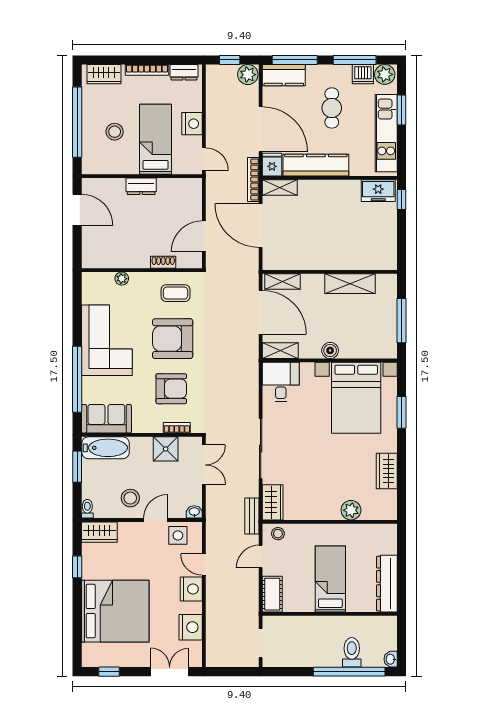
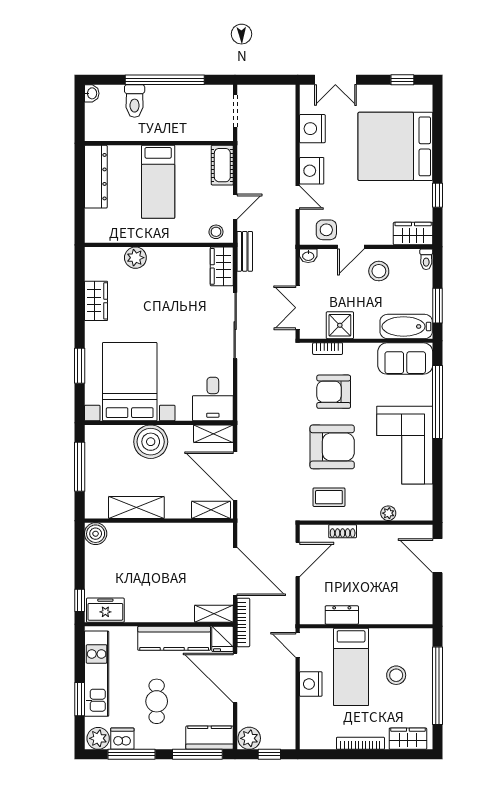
dresser: (184, 72) -> (320, 741), removed
dresser: (141, 186) -> (342, 615), moved
door: (77, 210) -> (437, 556), moved
boiler: (387, 260) -> (96, 534), added
boiler: (330, 350) -> (151, 442), width x1.86, depth x1.86
window: (349, 672) -> (165, 80), moved

